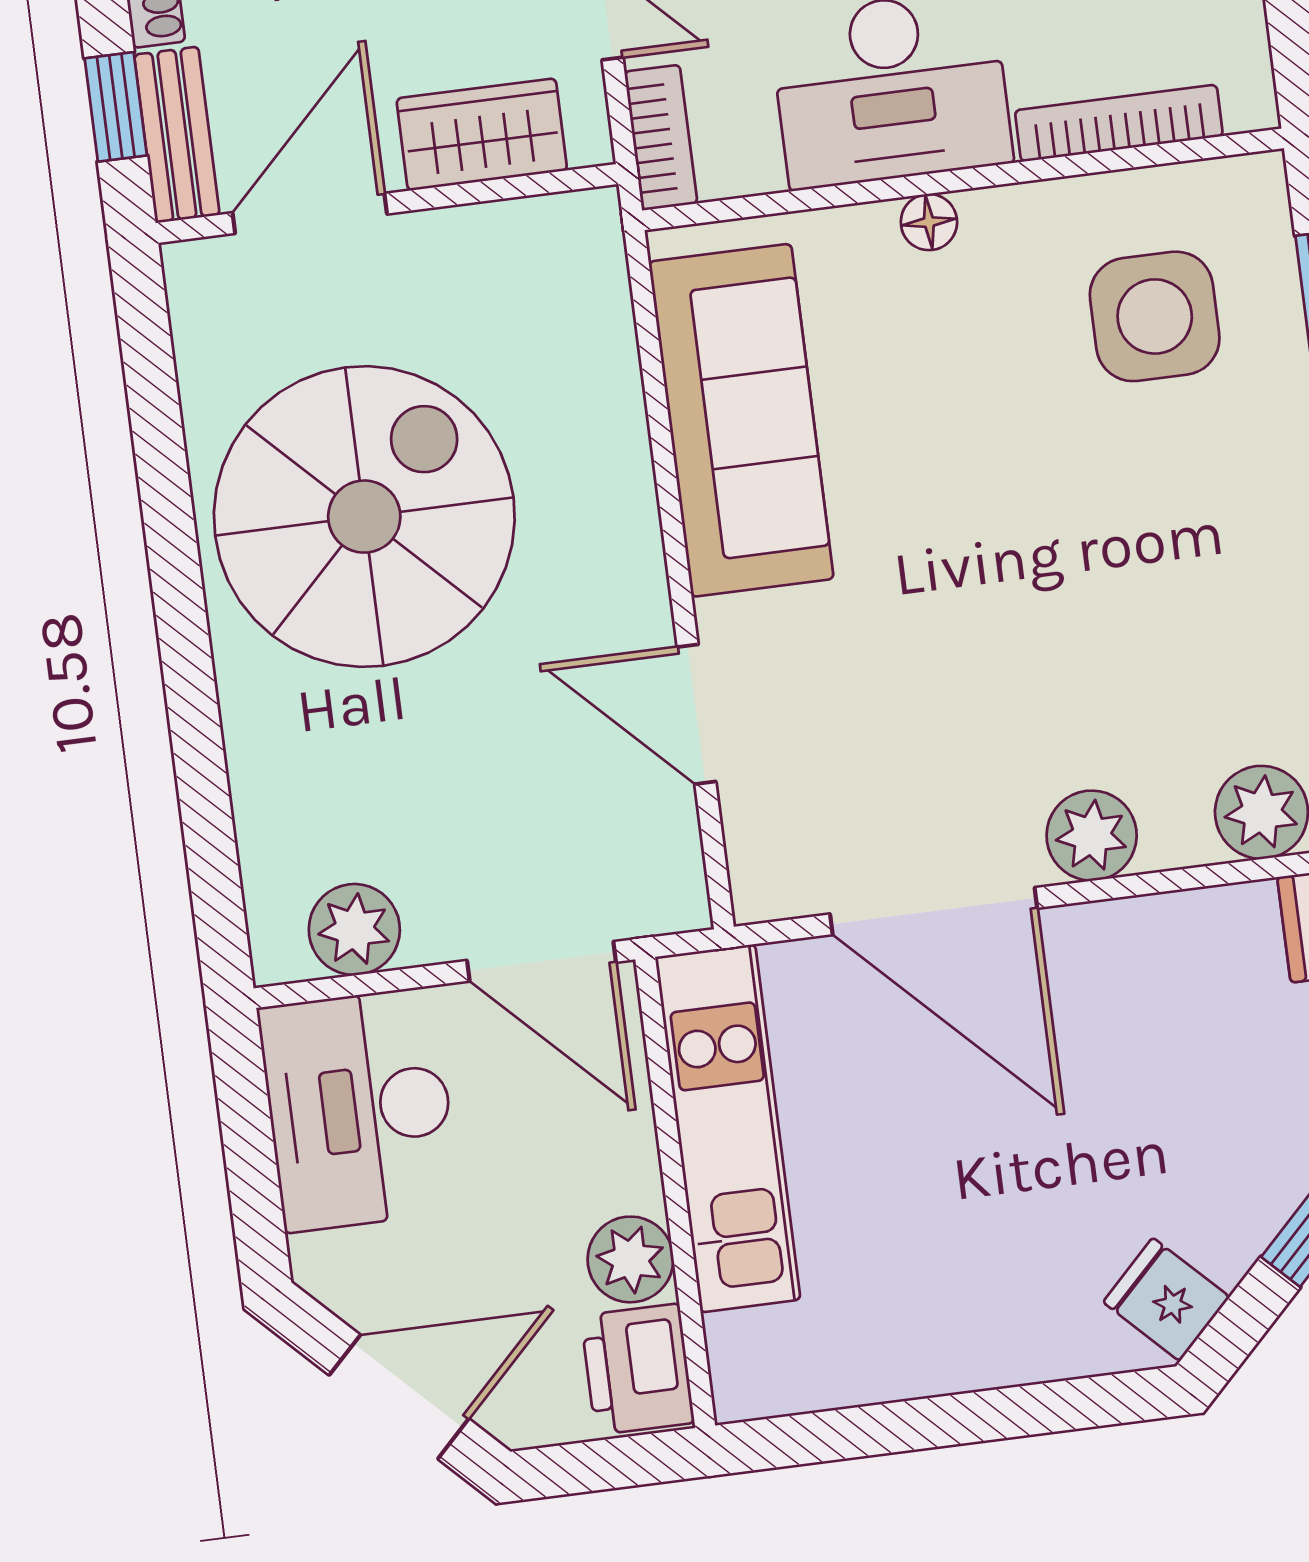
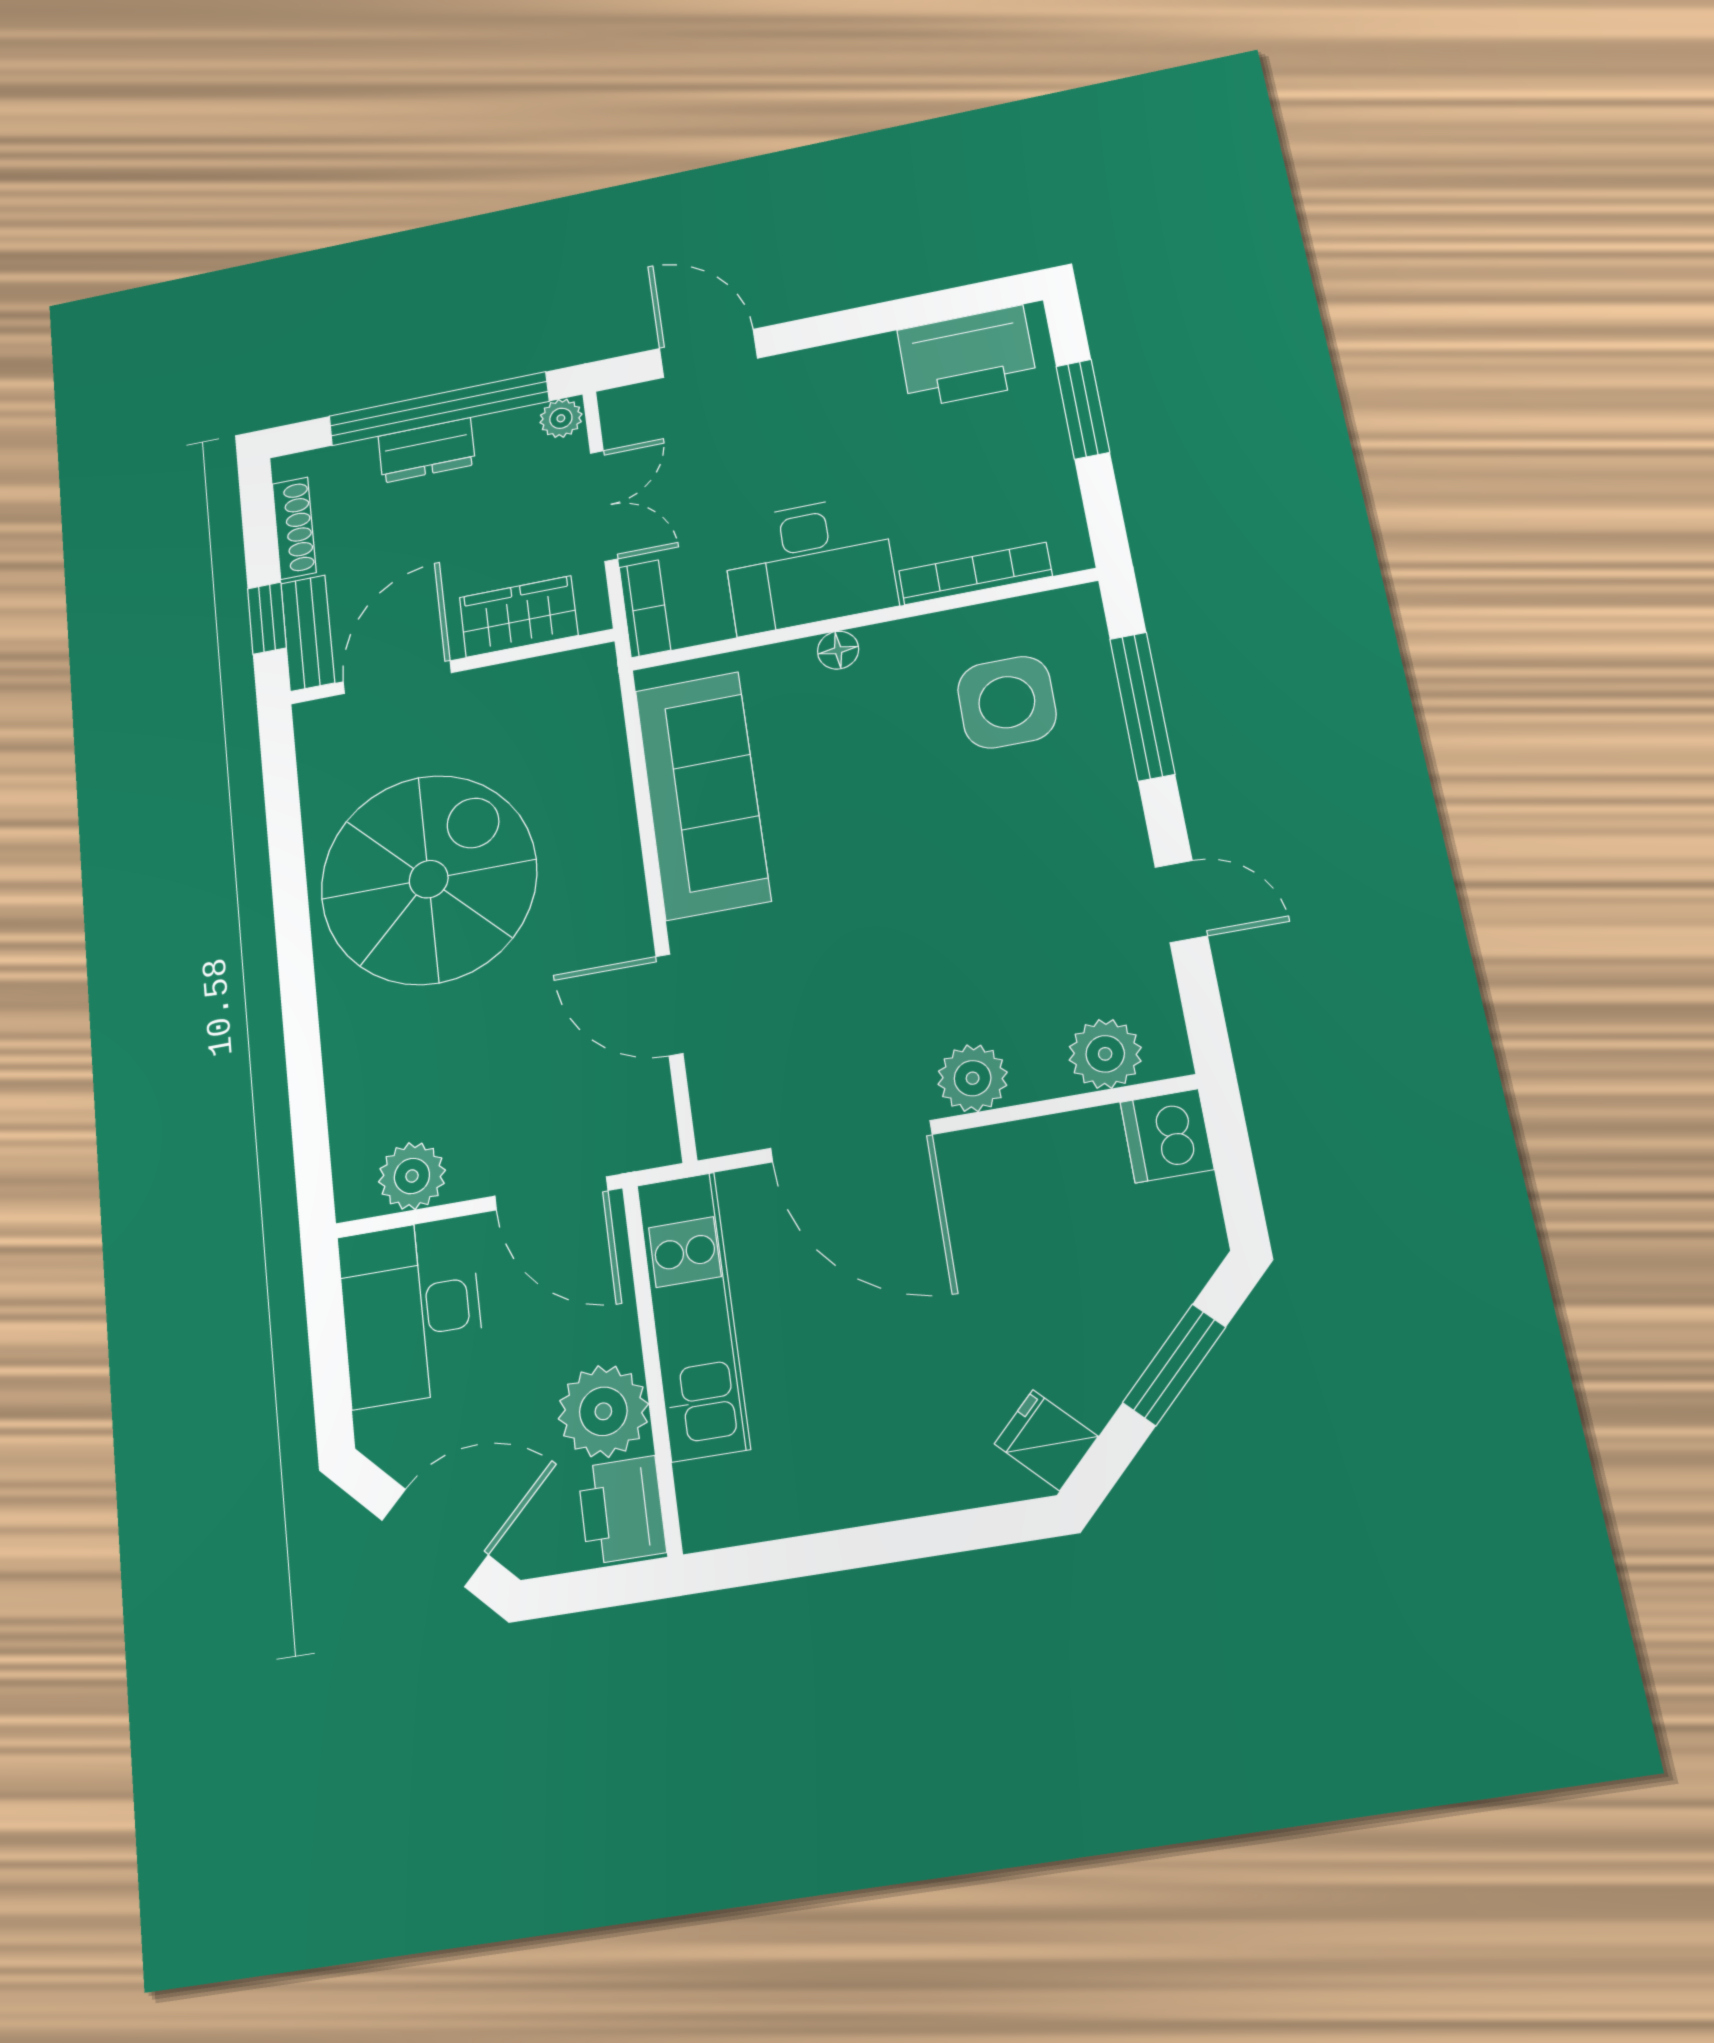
plant: (630, 1259) -> (603, 1411), width x1.36, depth x1.36

